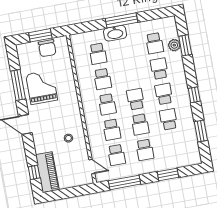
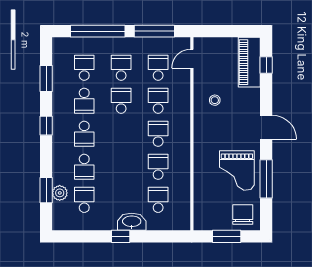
window: (122, 20) -> (121, 236), width x0.46
chair: (47, 48) -> (243, 215), moved
school desk: (136, 99) -> (84, 68), moved, turned 180
door: (92, 167) -> (192, 59), hinge flipped
window: (168, 175) -> (98, 31), width x2.11

